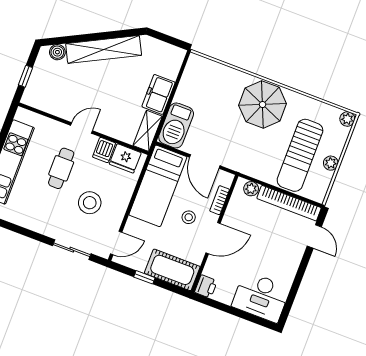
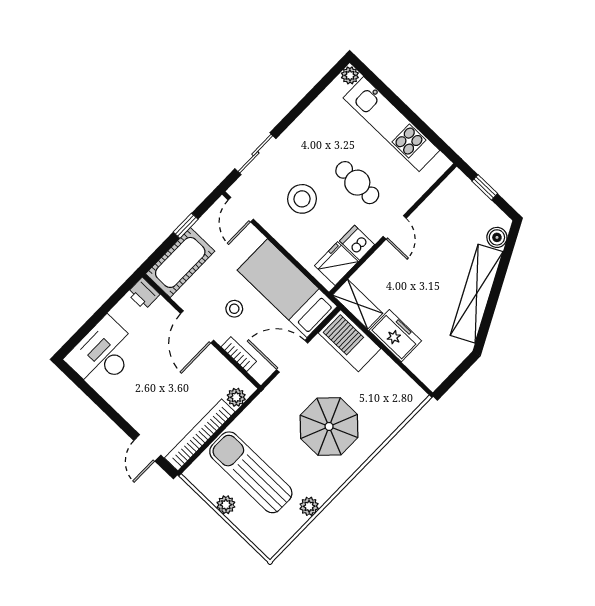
parasol: (263, 105) -> (329, 426), moved
plant: (347, 119) -> (309, 506), moved
door: (314, 236) -> (147, 448), hinge flipped

